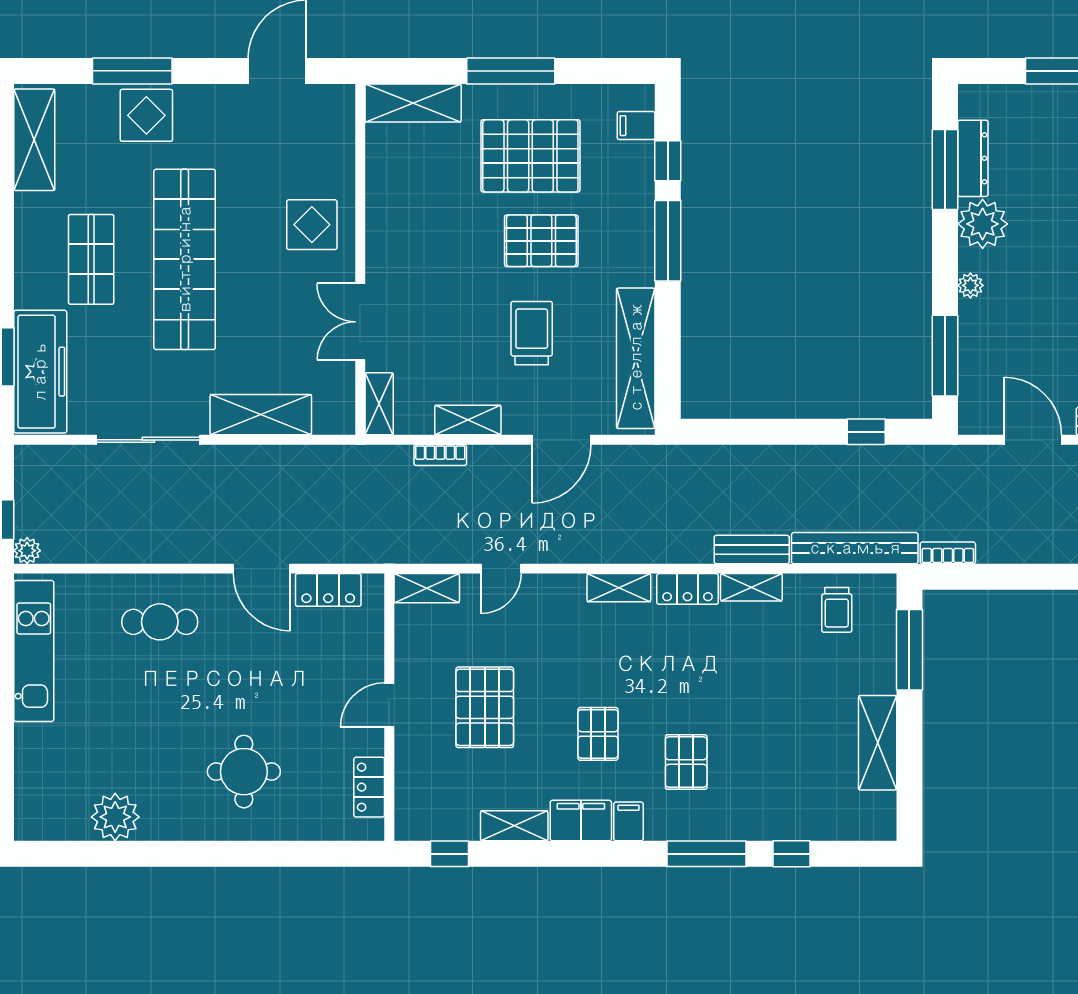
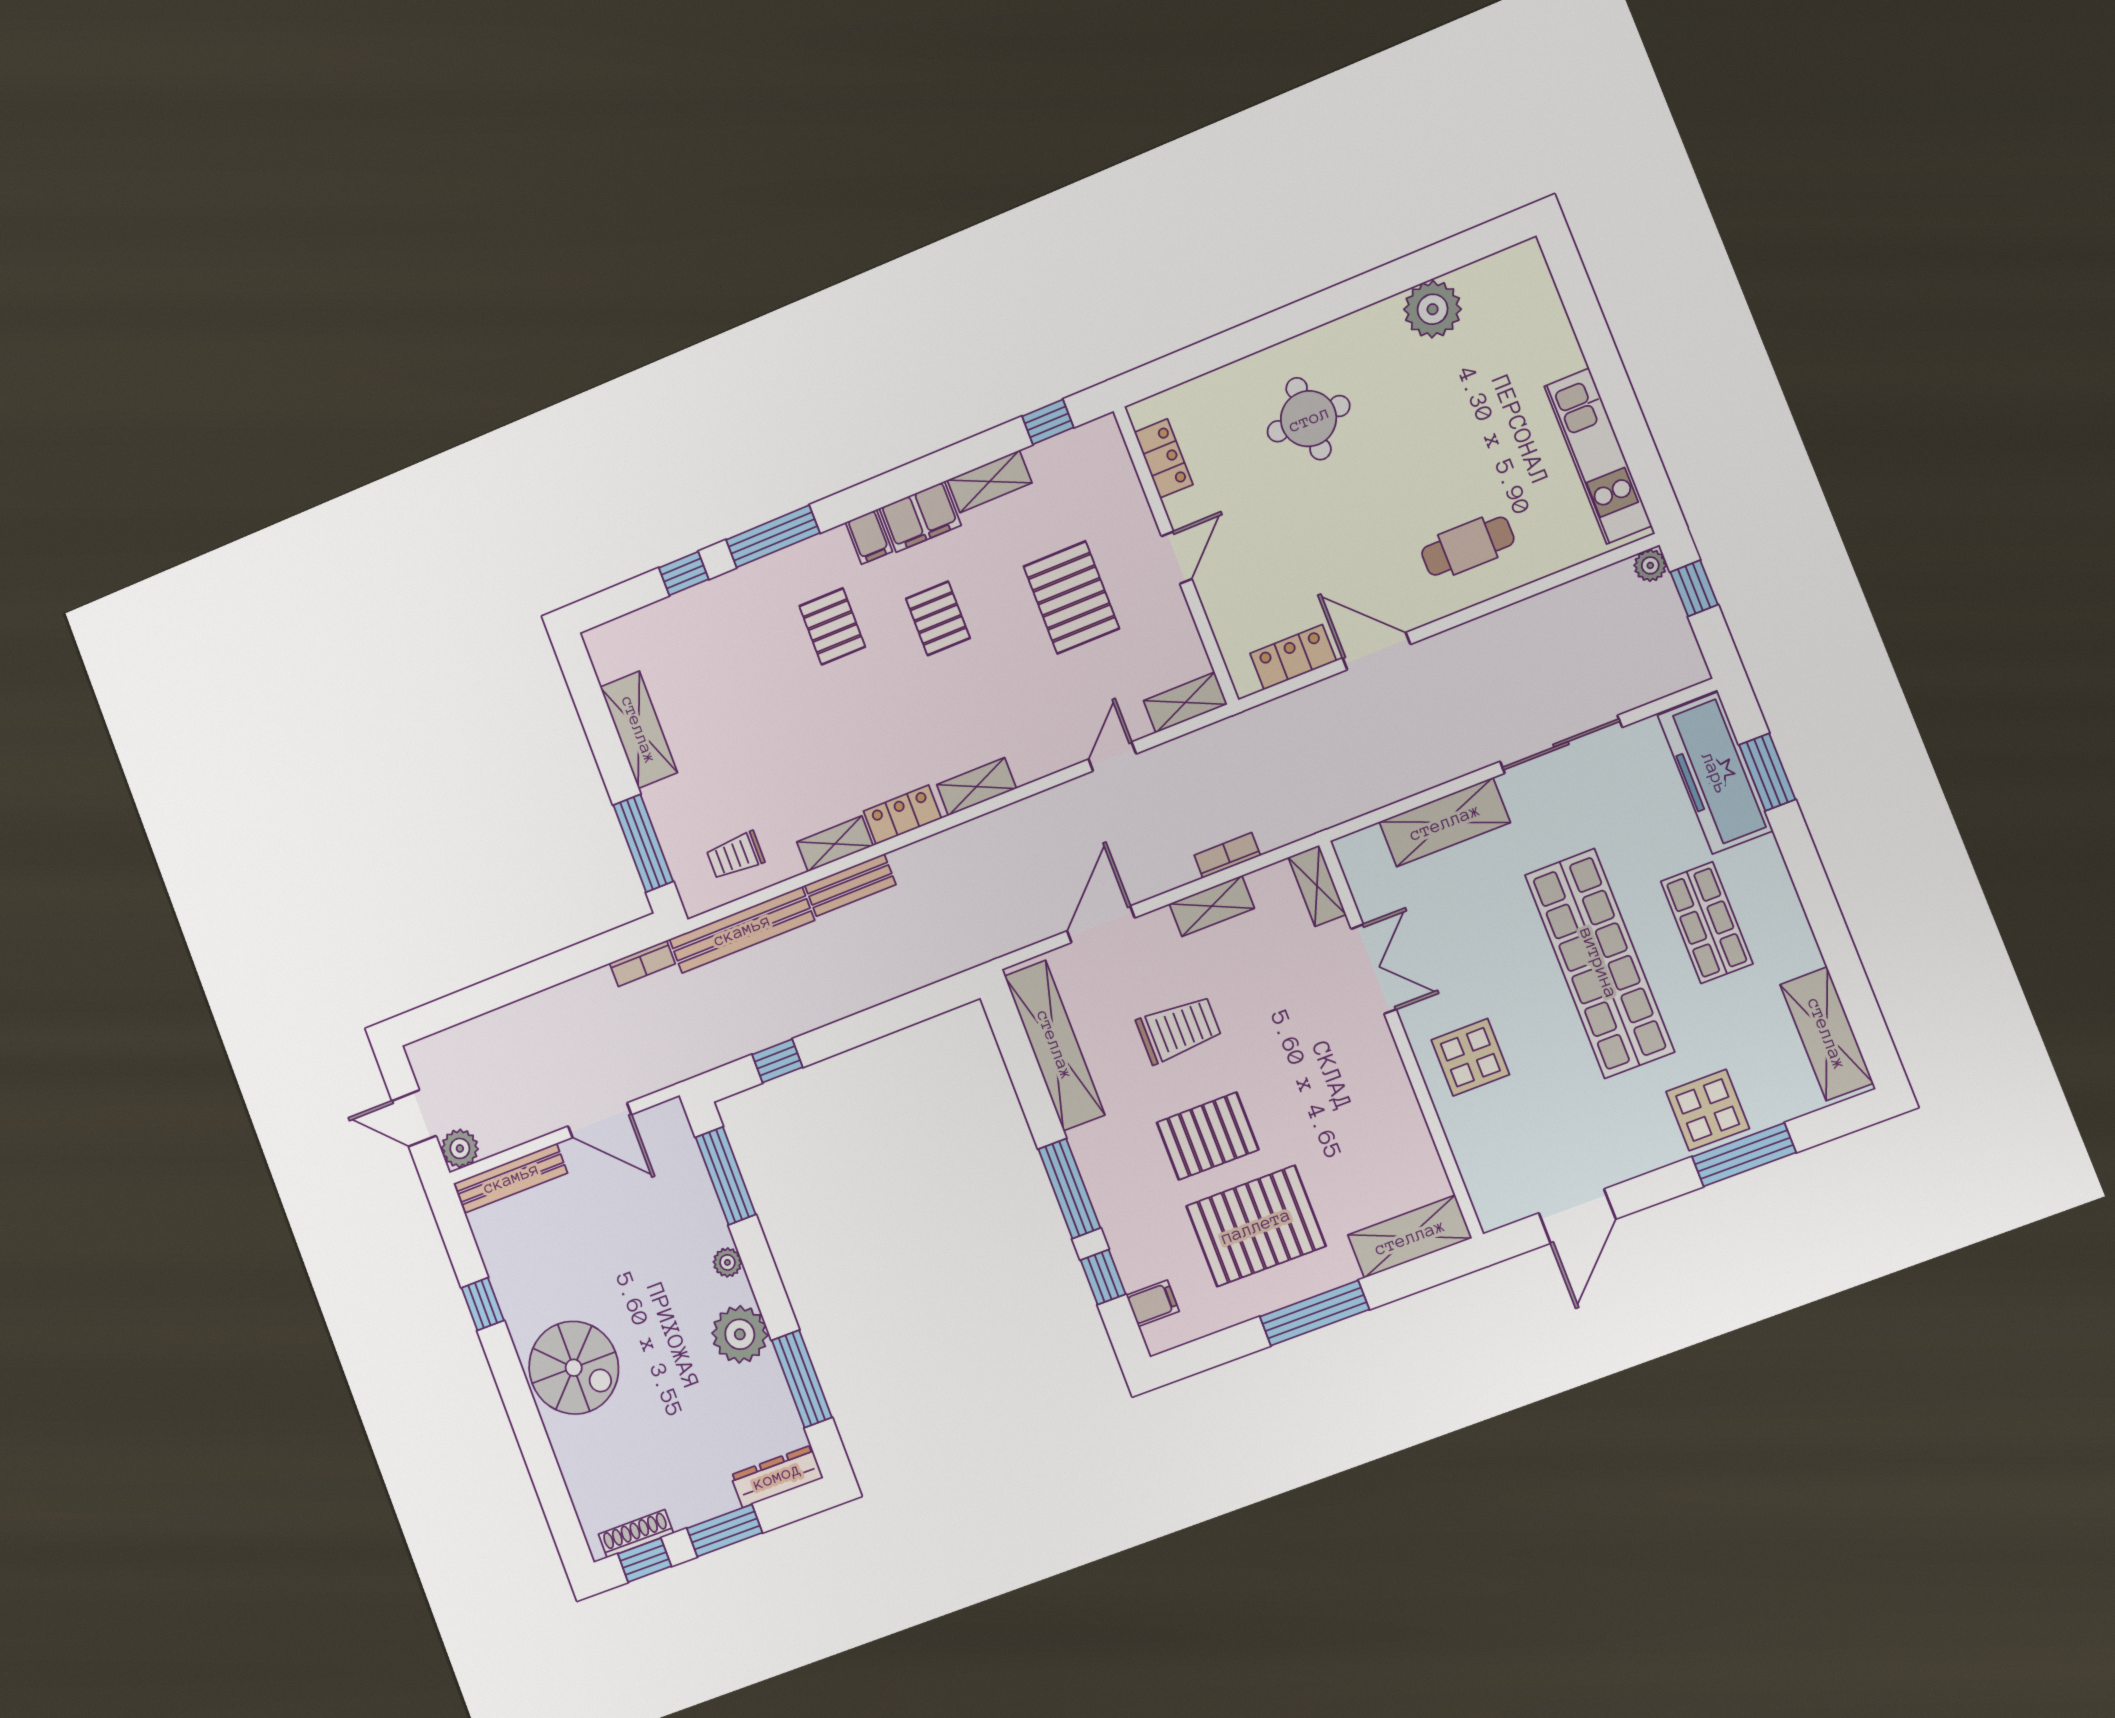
dresser: (973, 158) -> (777, 1476), moved, turned 90
trolley: (532, 333) -> (1179, 1029), turned -90
trolley: (837, 610) -> (735, 855), turned -90

